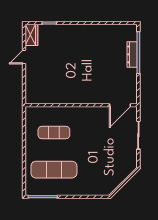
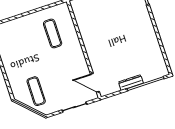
dresser: (132, 54) -> (131, 83), moved
exercise mat: (54, 170) -> (36, 91), moved, width x0.73, depth x0.69

